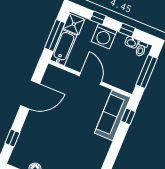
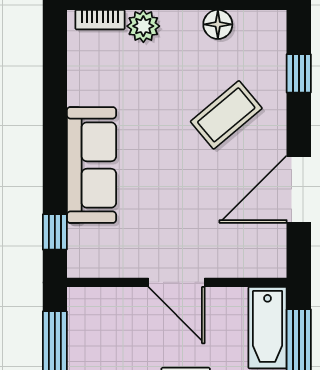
sofa: (112, 115) -> (91, 165), moved
coffee table: (46, 134) -> (226, 115), added

